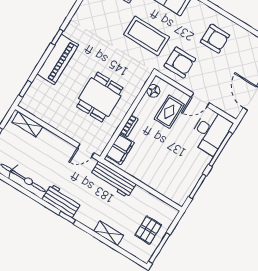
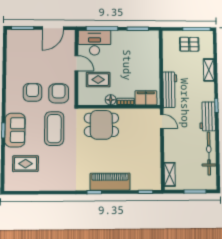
armchair: (215, 39) -> (33, 92), moved
floor lamp: (153, 91) -> (111, 100), moved
dining table: (100, 97) -> (101, 125), moved

